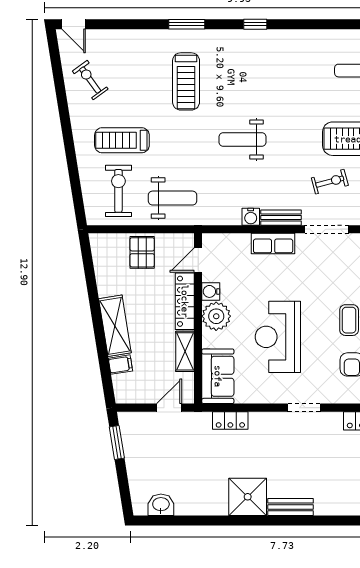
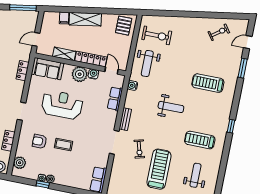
door: (74, 24) -> (248, 42), moved
window: (187, 24) -> (243, 68), moved
treadmill: (122, 140) -> (200, 140), moved, turned -90
weight bench: (242, 140) -> (171, 107), turned 90
water cooler: (251, 217) -> (132, 85), moved
row of seats: (273, 243) -> (115, 99), moved
pallet: (142, 252) -> (124, 26), moved, turned 90
door: (169, 408) -> (36, 39), swing flipped
window: (117, 442) -> (23, 8), width x1.44

